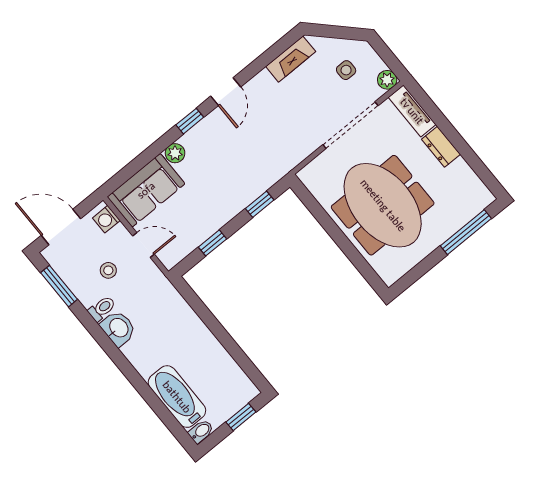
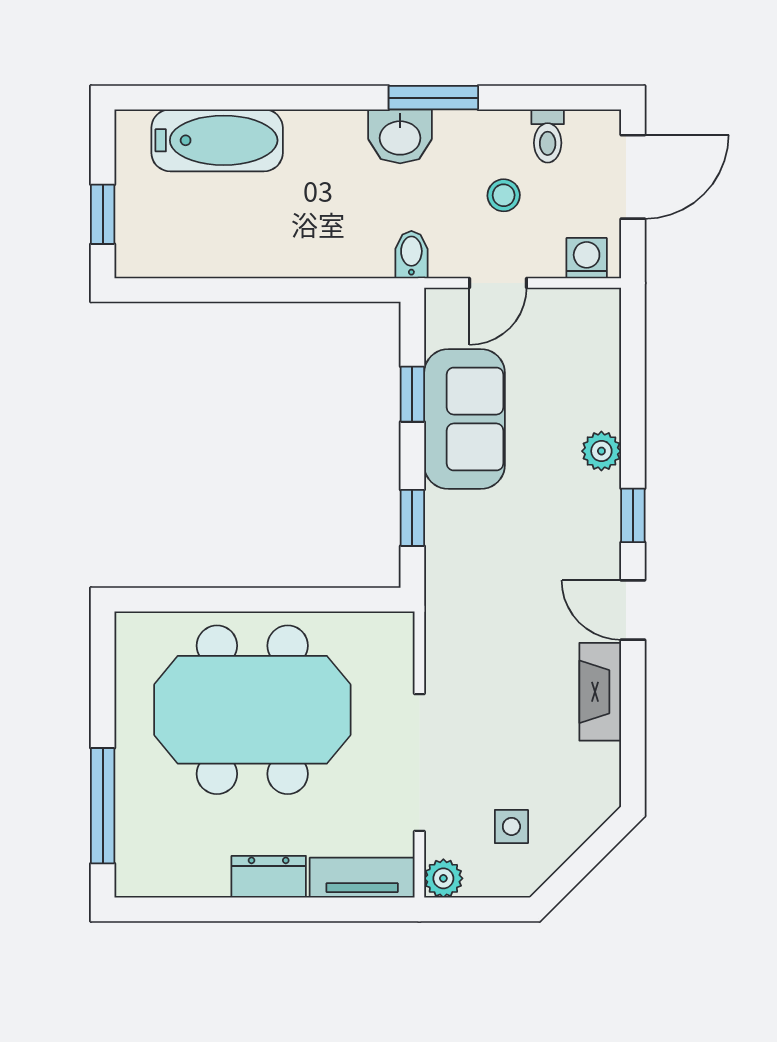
fireplace: (291, 59) -> (600, 692), moved
sofa: (146, 190) -> (465, 419), moved, turned 180
window: (59, 286) -> (433, 98), moved
toilet: (102, 309) -> (548, 136), moved
bidet: (201, 431) -> (411, 255), moved, turned 180

